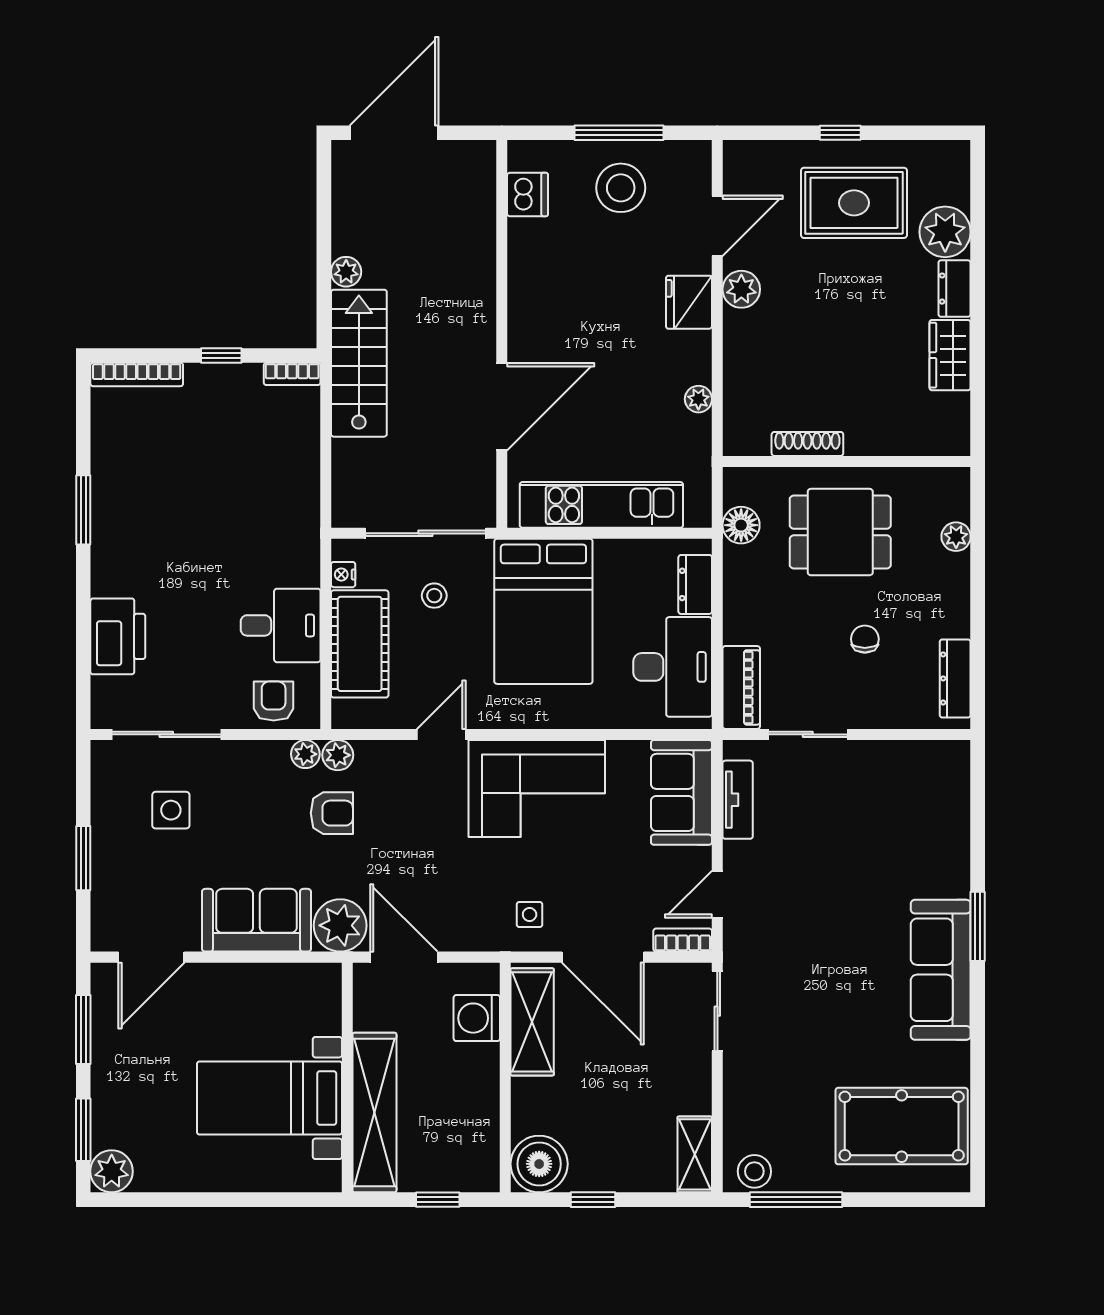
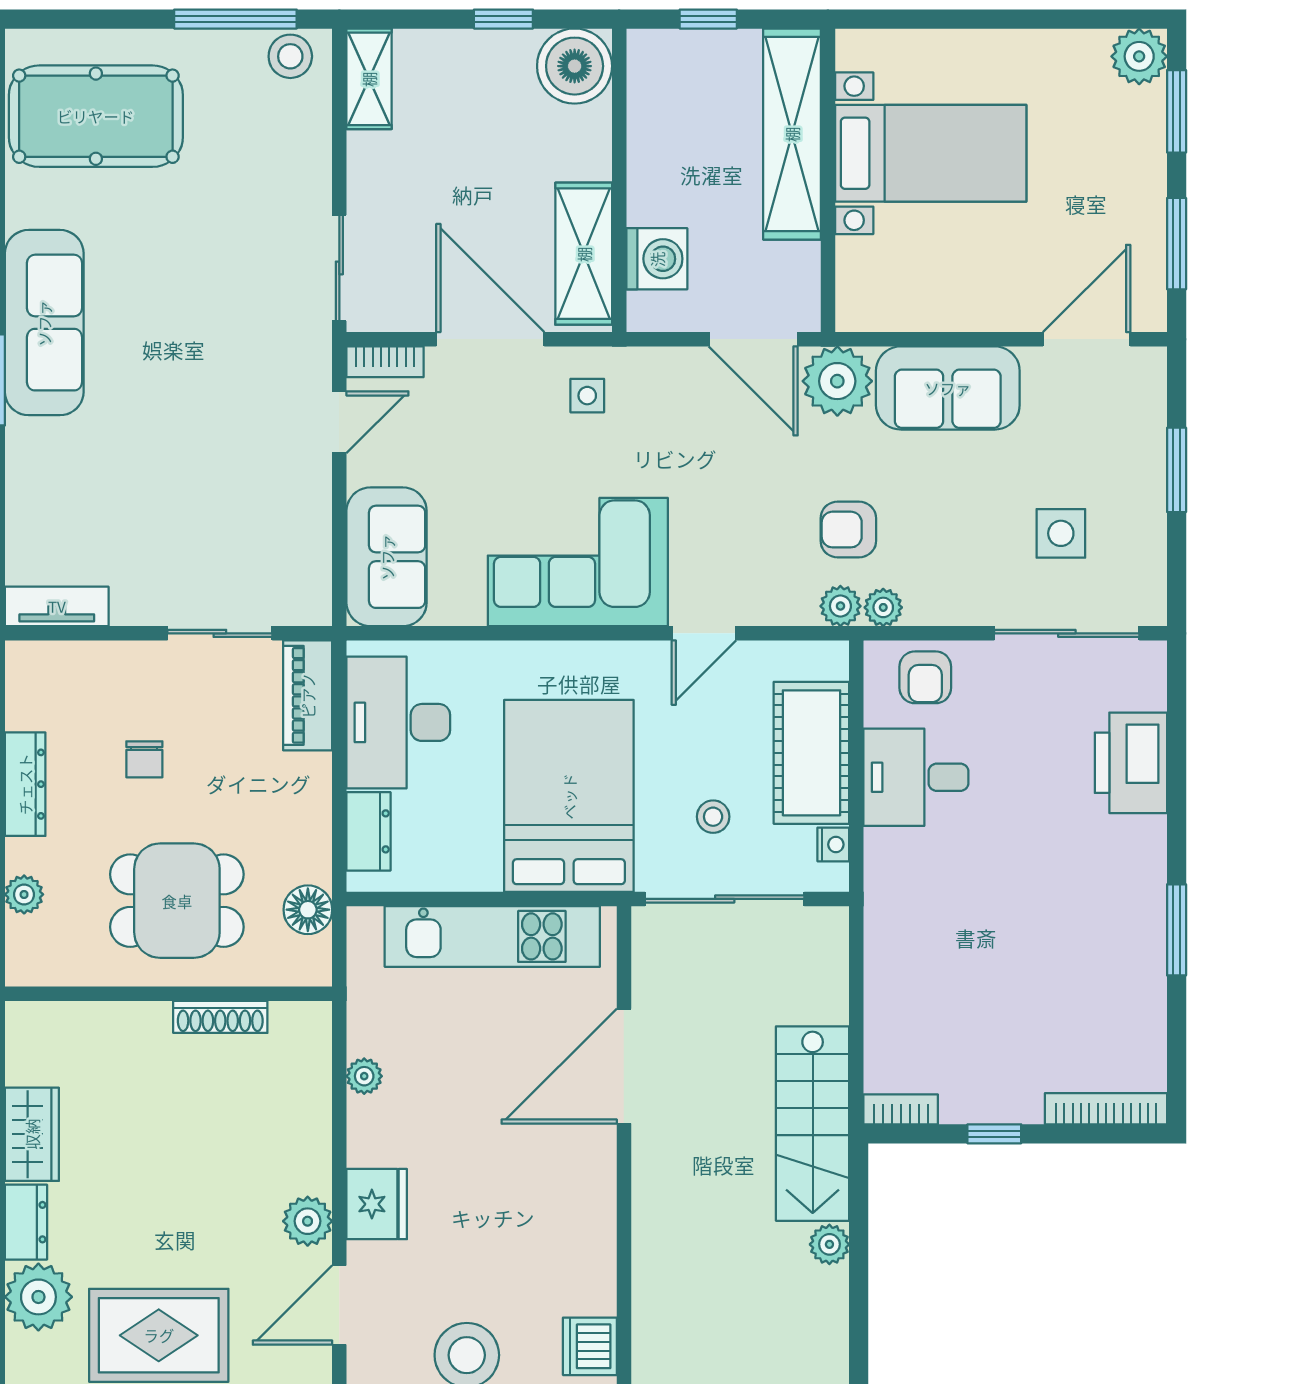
dresser: (955, 678) -> (25, 784), moved
tv unit: (738, 800) -> (57, 606), moved, turned 90

